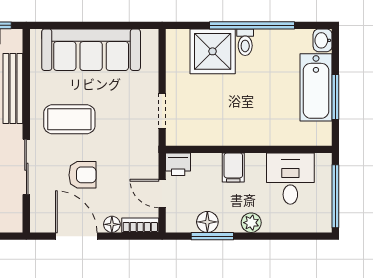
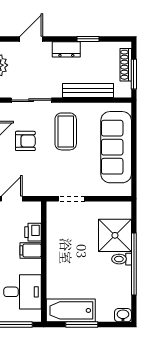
bathtub: (316, 87) -> (71, 310), moved
printer: (178, 164) -> (33, 232), moved
armchair: (83, 175) -> (25, 141), turned -90

